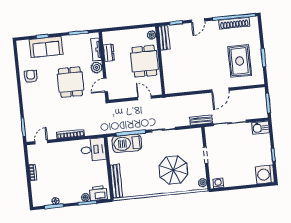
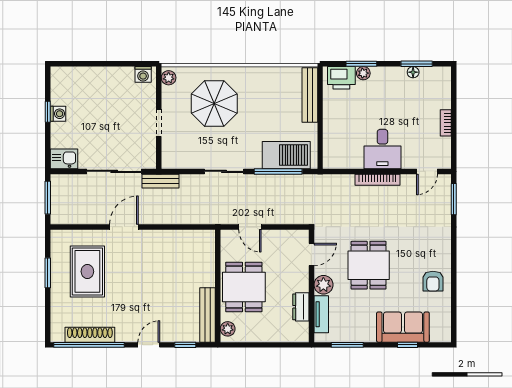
bench: (164, 38) -> (208, 315), width x1.36
desk: (93, 150) -> (382, 149), moved, turned -90
washing machine: (265, 174) -> (58, 114), moved, width x0.53, depth x0.53

